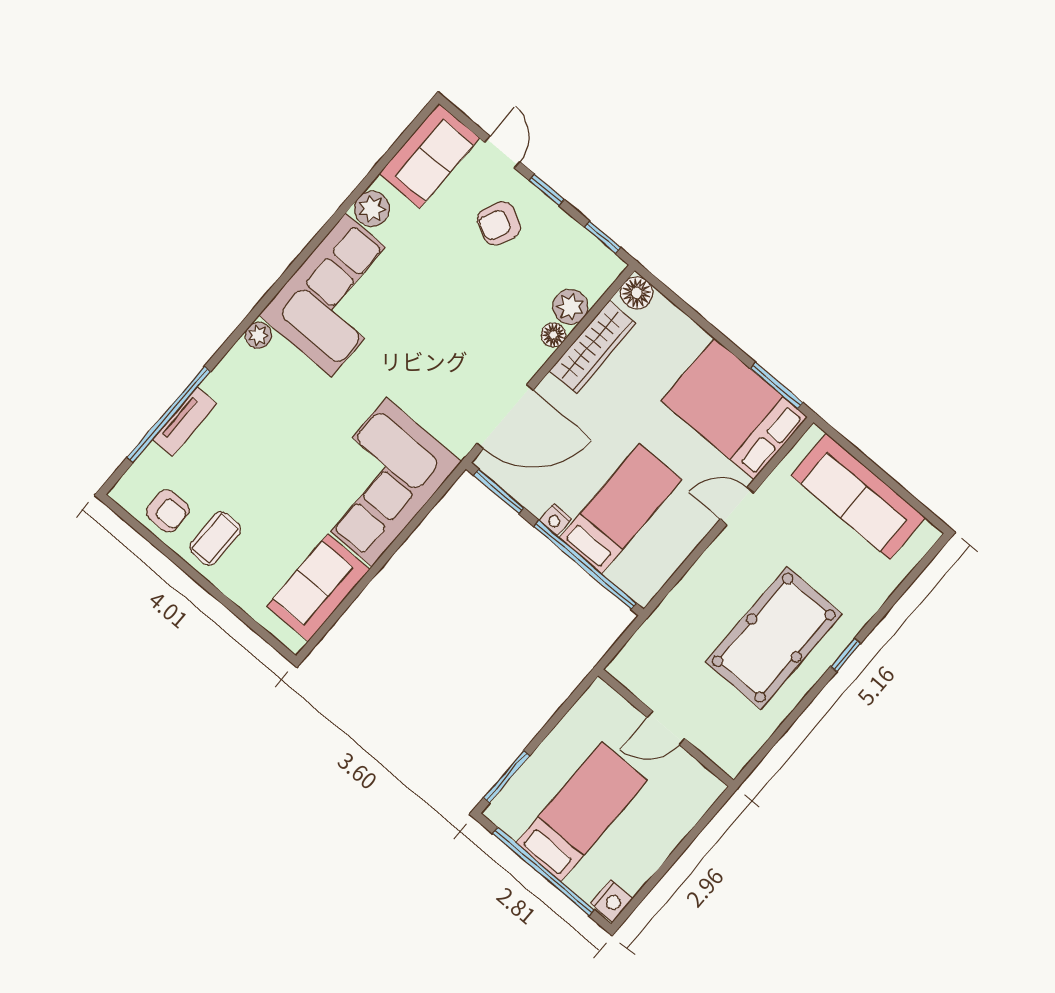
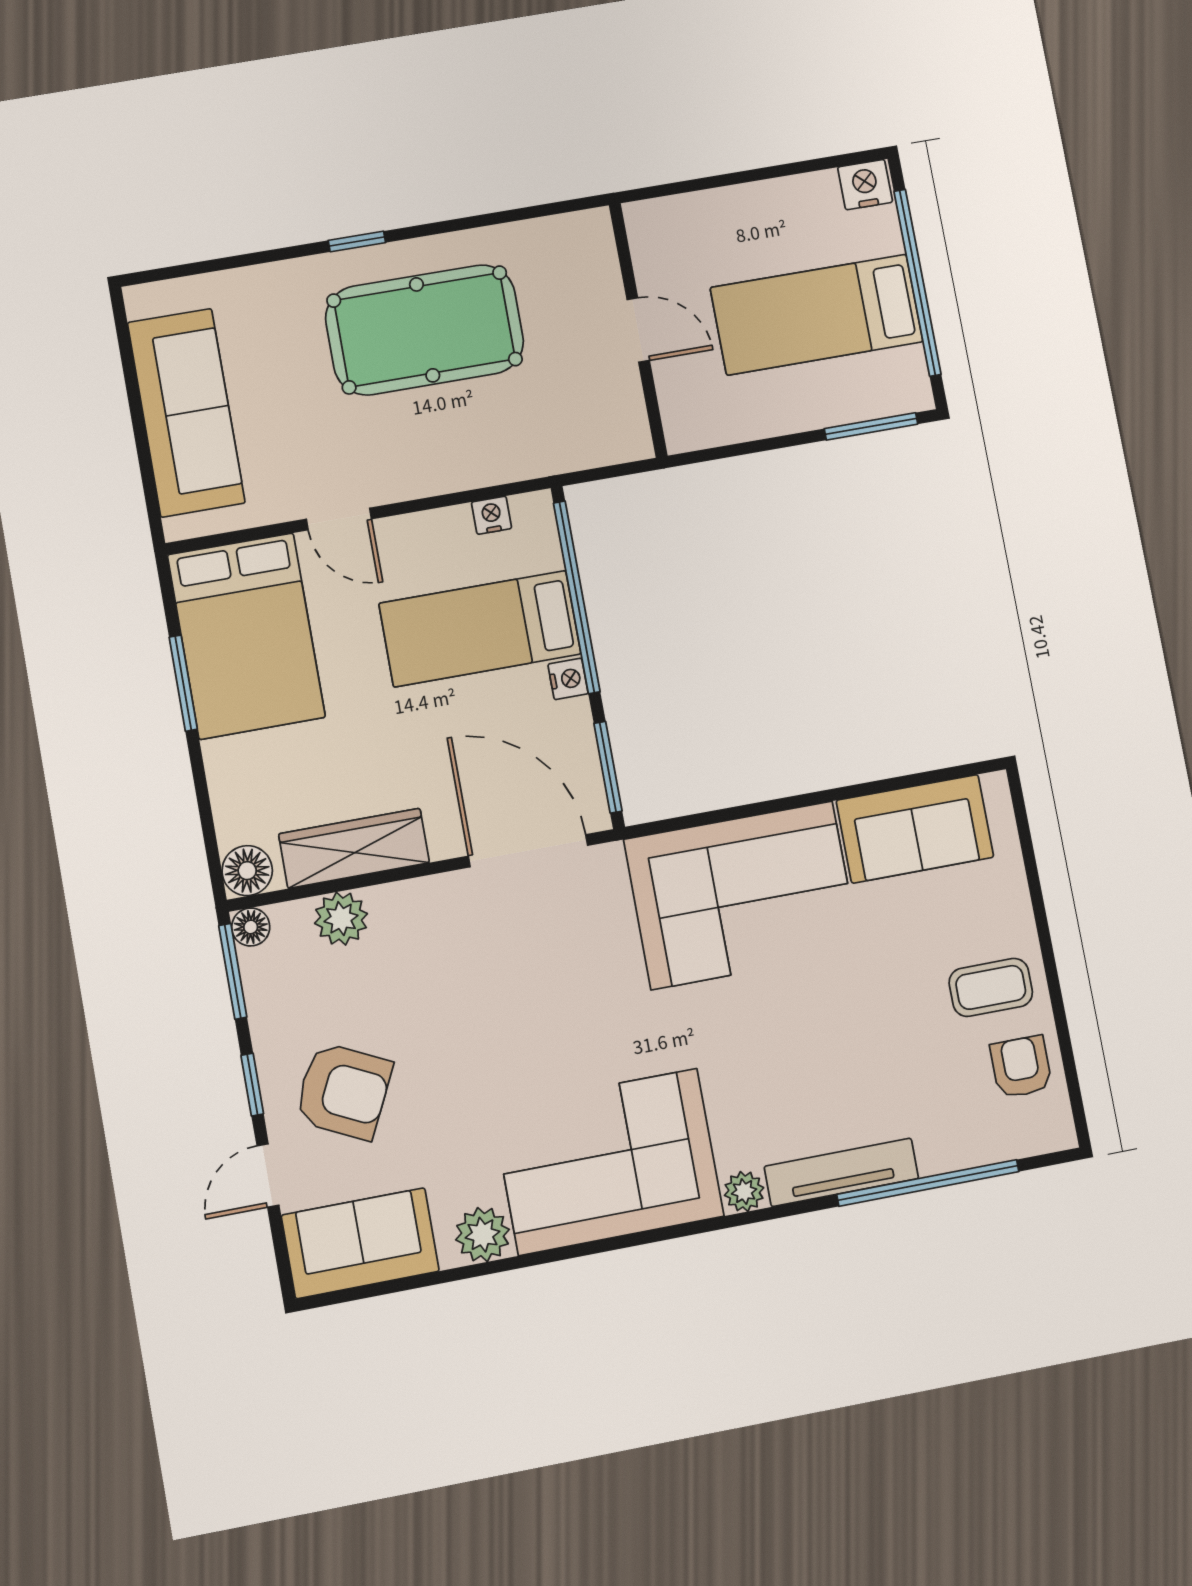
armchair: (499, 223) -> (343, 1091), width x1.38, depth x1.38
window: (602, 237) -> (233, 971), width x1.50
floor lamp: (554, 335) -> (251, 927), moved
window: (777, 386) -> (183, 683), moved
tv unit: (185, 422) -> (841, 1172), moved, width x1.41
nightstand: (662, 571) -> (492, 515), added

